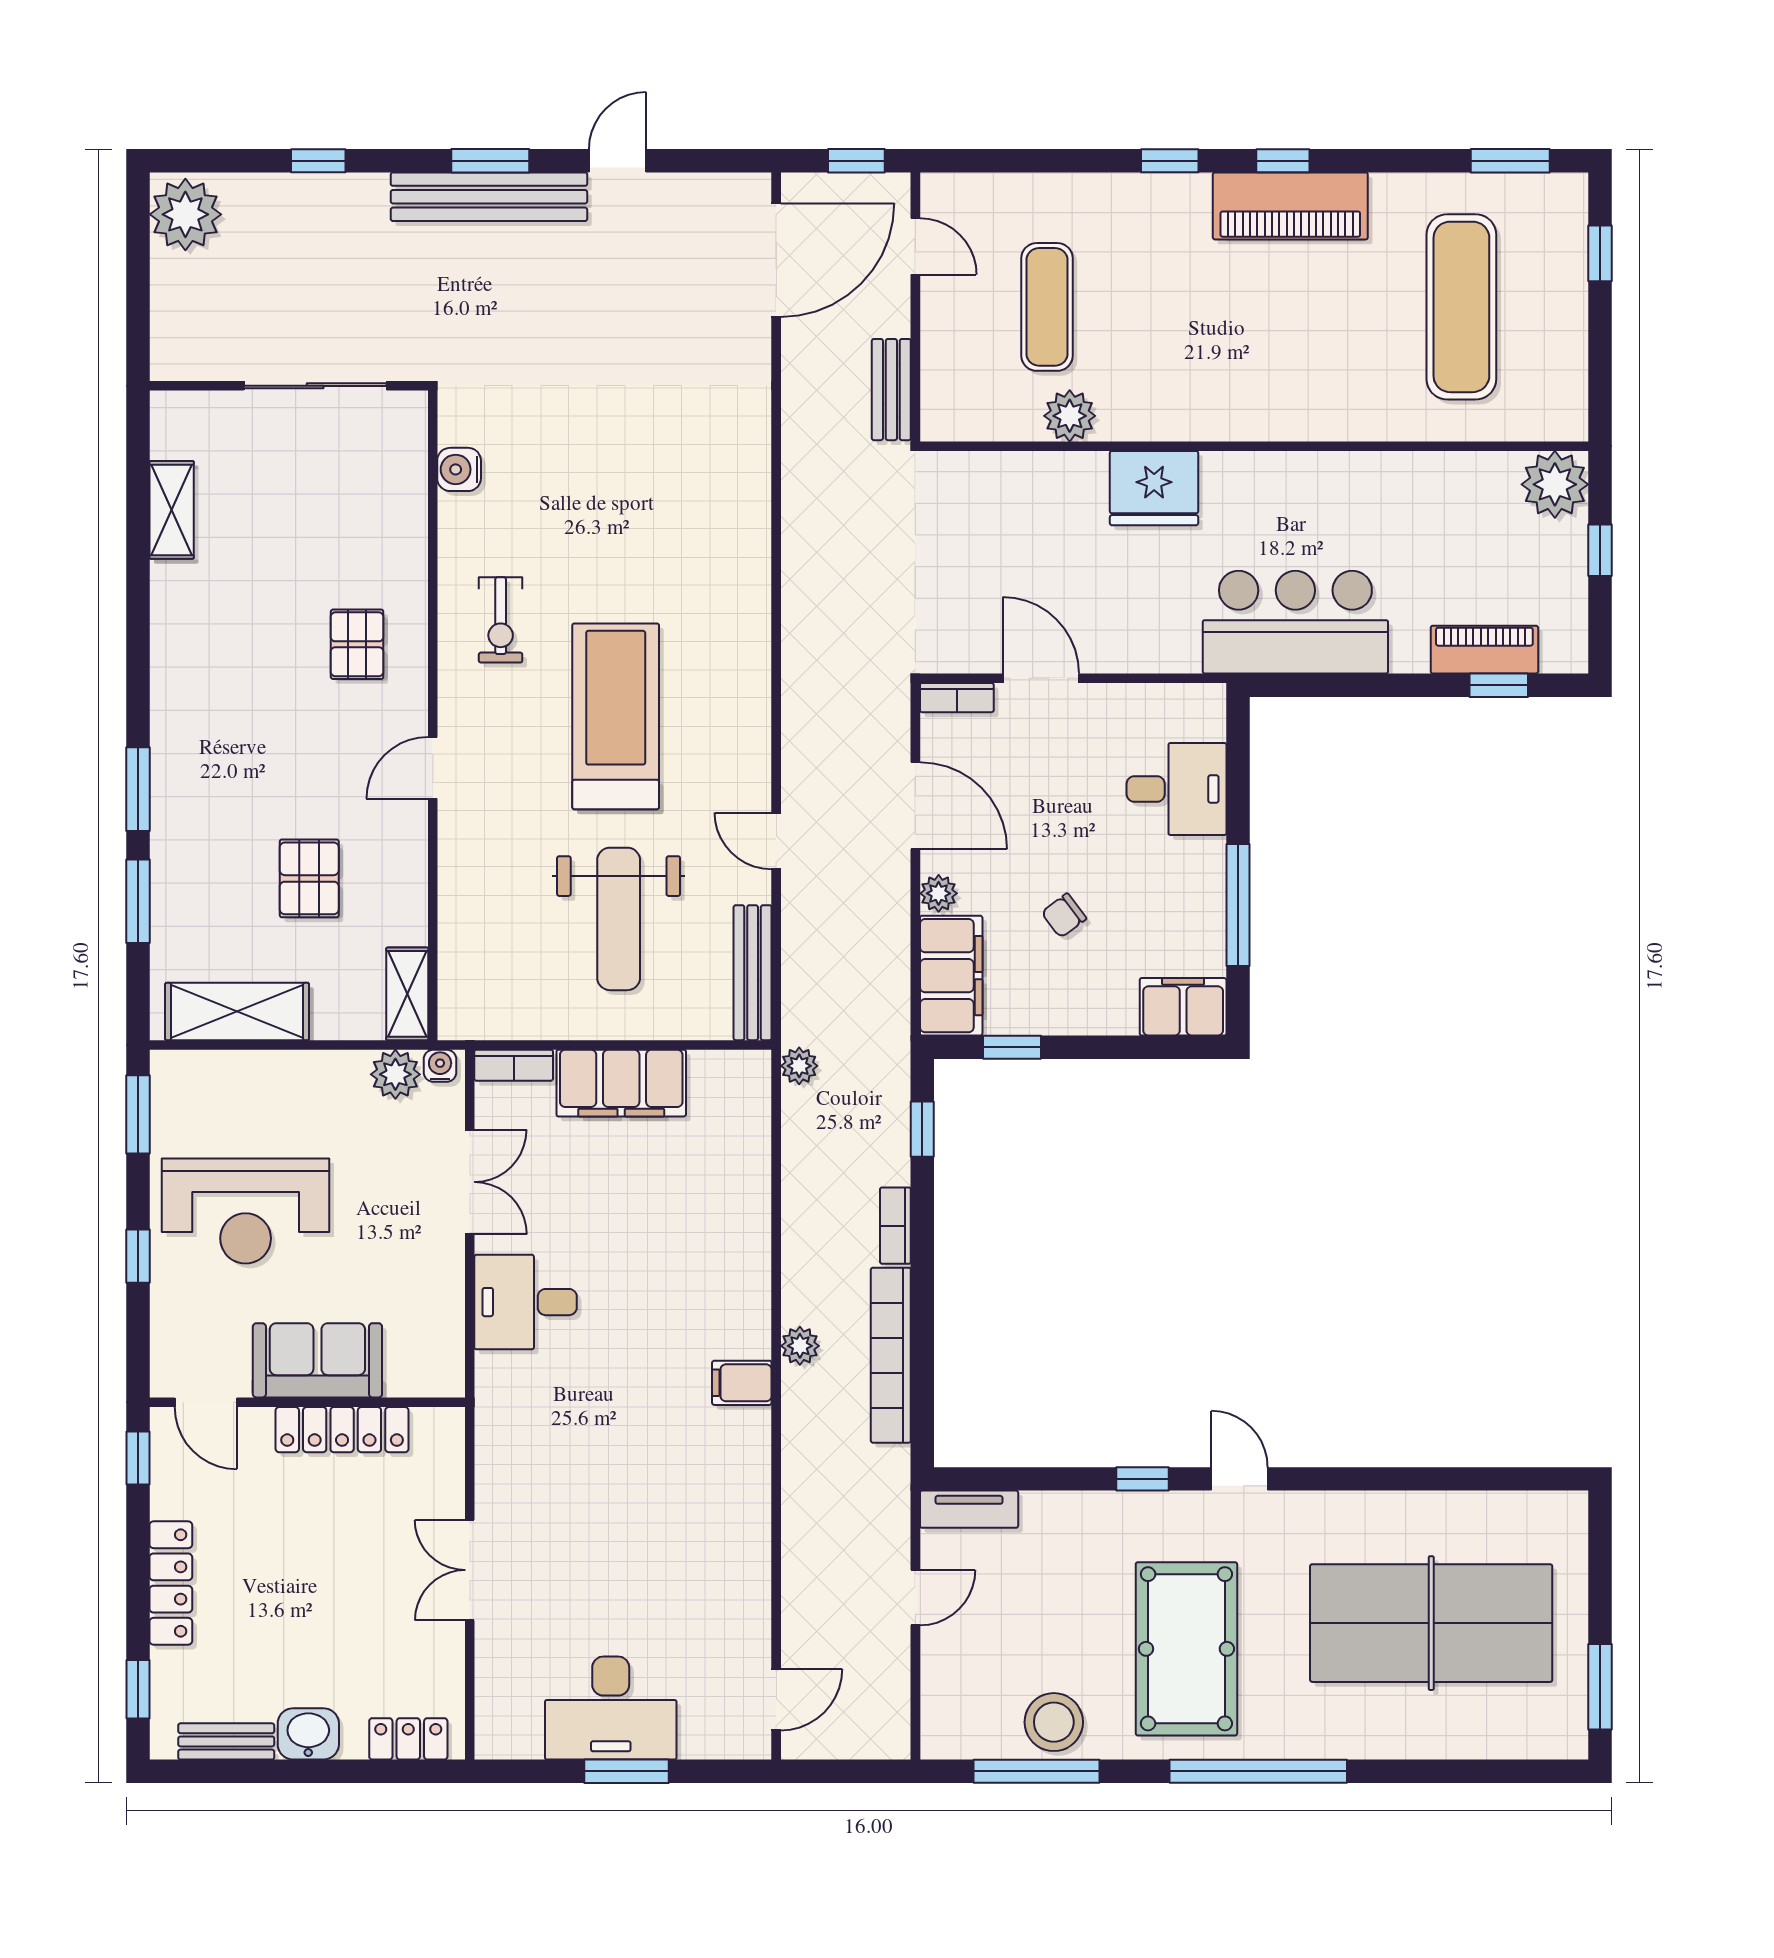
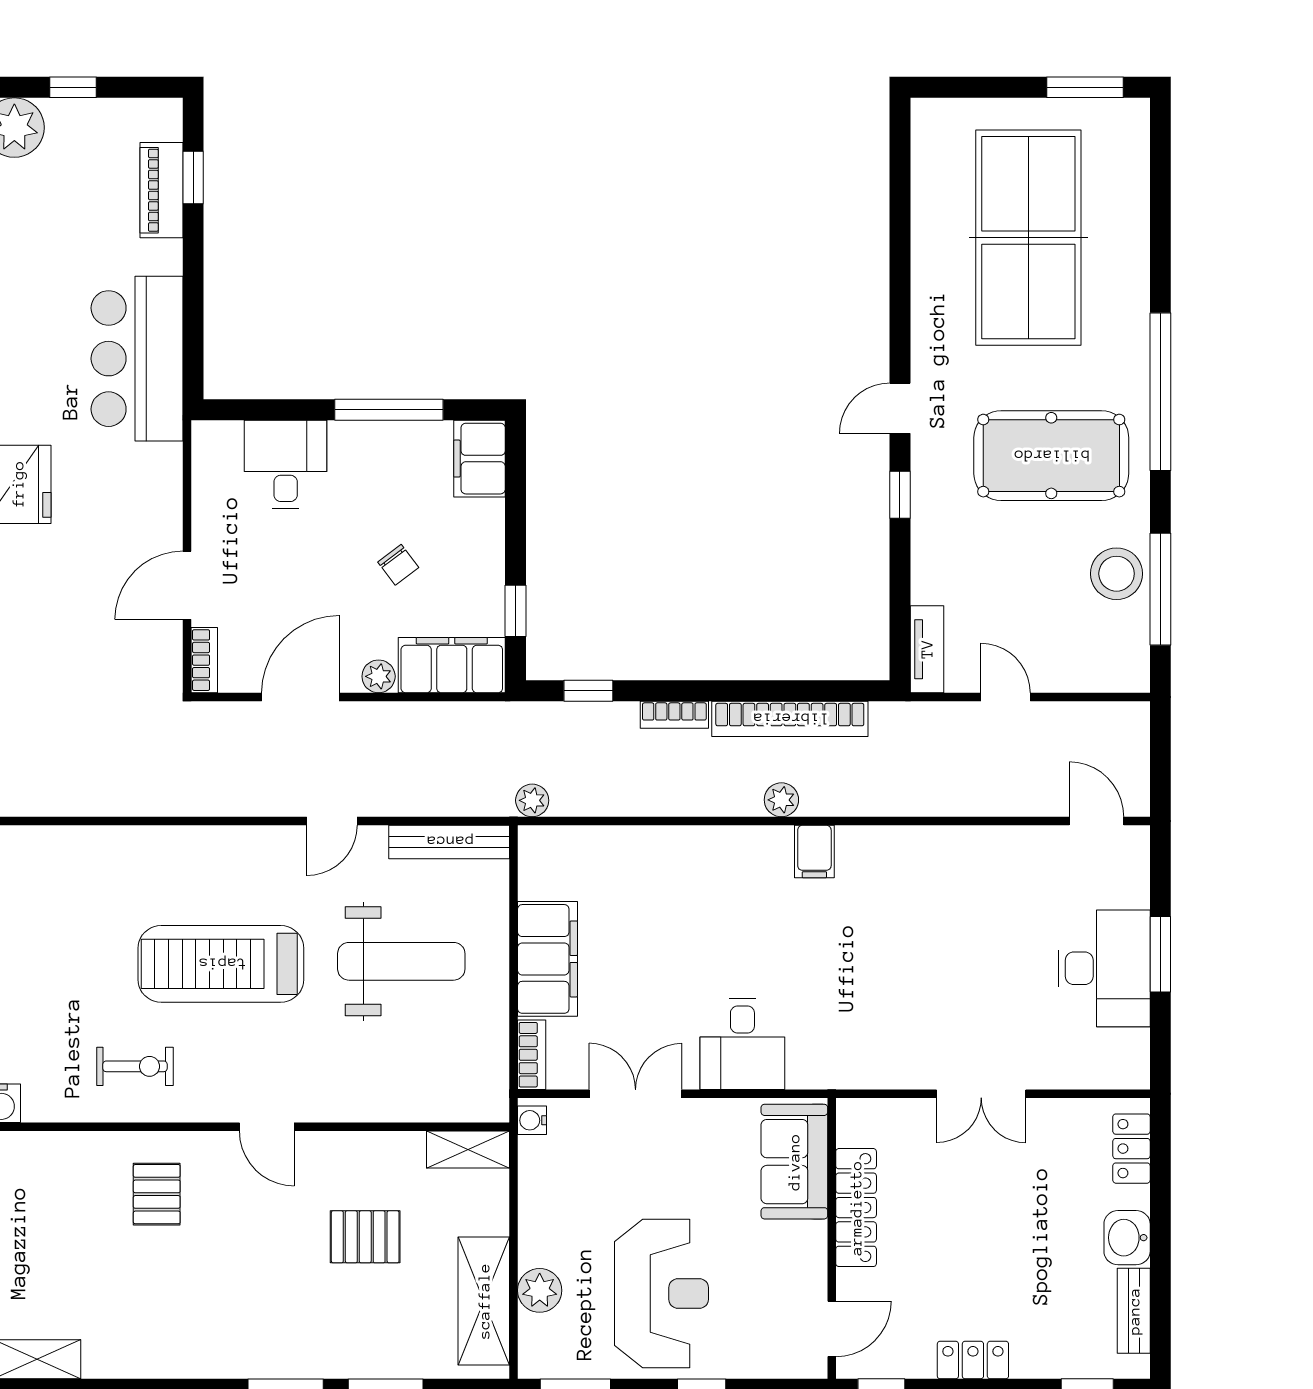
pallet: (357, 644) -> (157, 1194), turned 90
plant: (395, 1074) -> (540, 1290), moved
sofa: (317, 1360) -> (794, 1162), moved
locker: (171, 1583) -> (973, 1360), width x0.66

